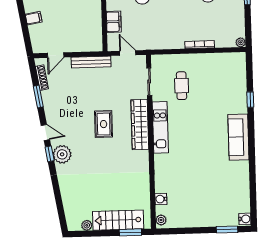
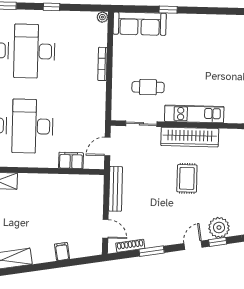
rug: (104, 124) -> (187, 178), turned 90
sofa: (238, 137) -> (140, 24), moved

